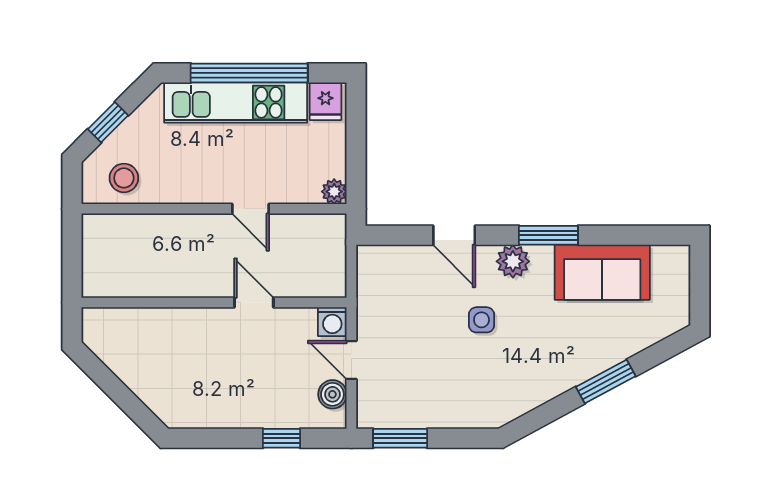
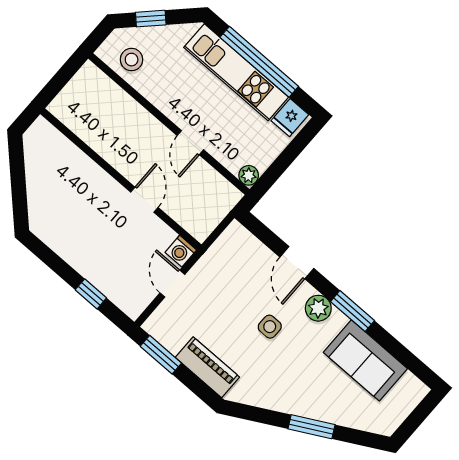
boiler: (332, 394) -> (144, 294), removed
piano: (455, 411) -> (207, 367), added

